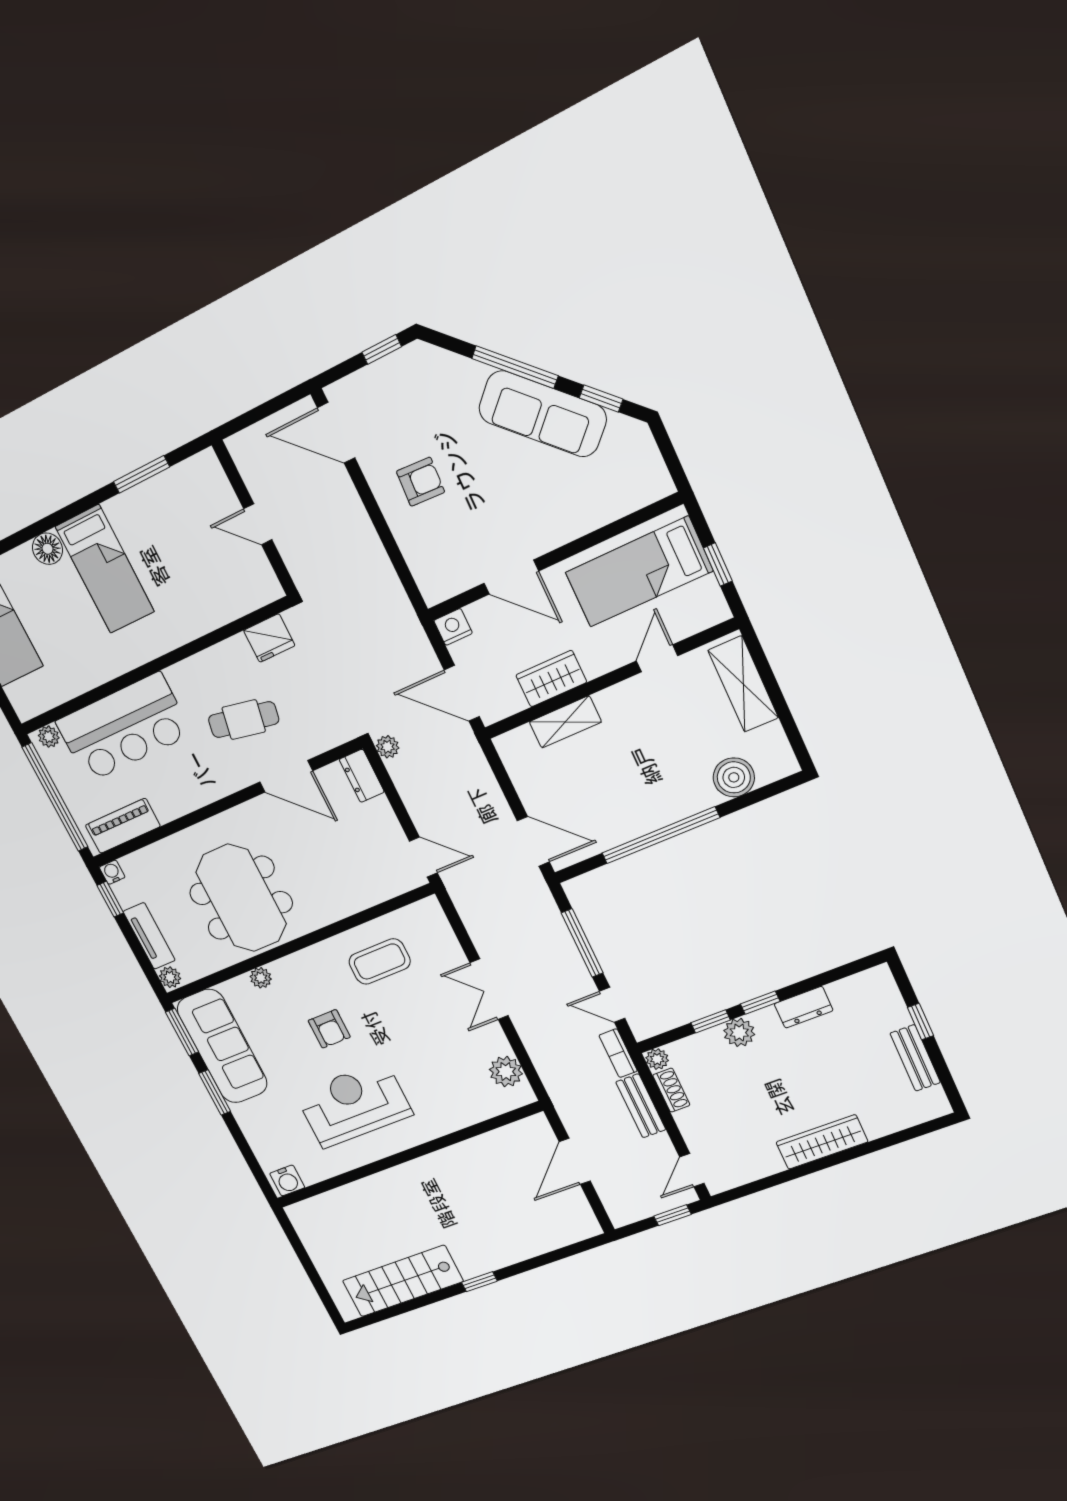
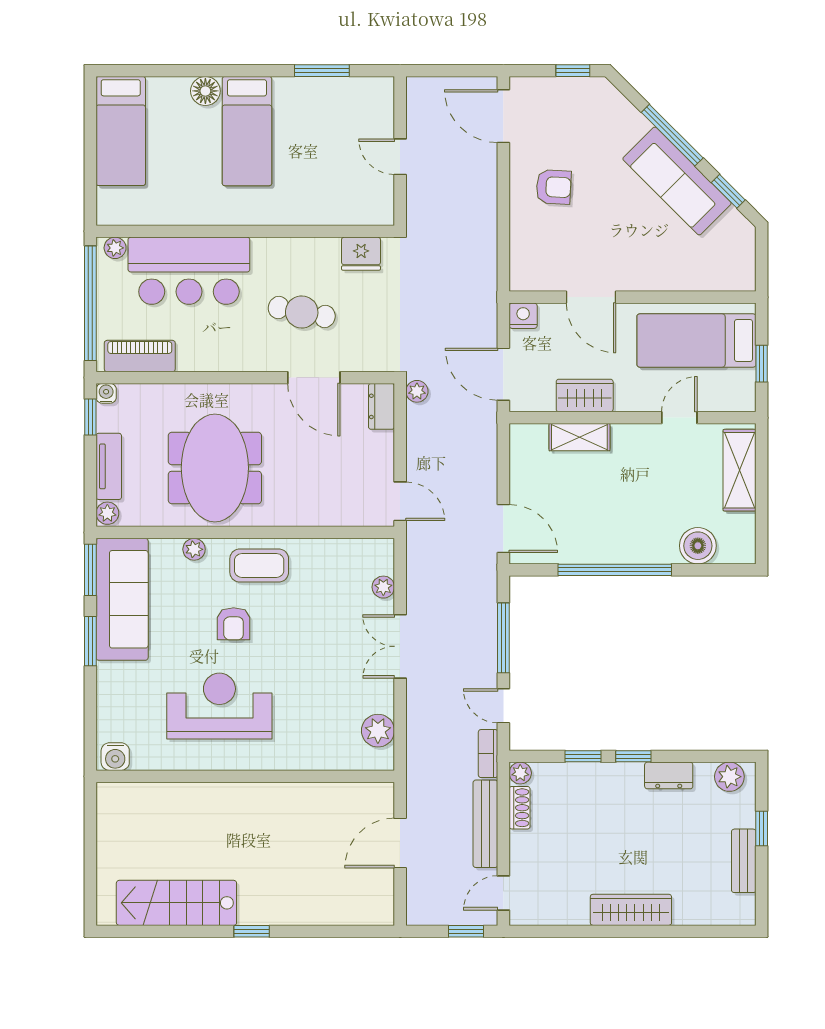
plant: (447, 942) -> (383, 587), added
coffee table: (380, 962) -> (259, 565), moved
plant: (739, 1032) -> (729, 777), moved
bench: (641, 1106) -> (485, 824), width x1.36

